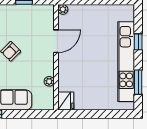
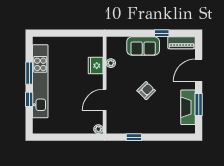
window: (138, 82) -> (29, 73), moved
fridge: (66, 101) -> (96, 66), moved

